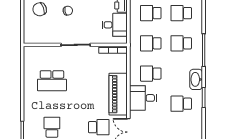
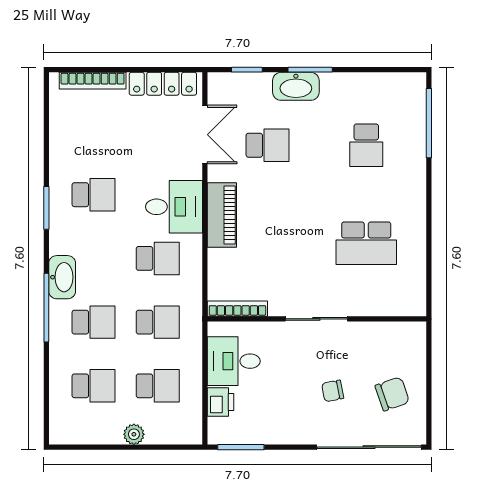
washbasin: (196, 79) -> (62, 277), moved
school desk: (52, 81) -> (366, 243), turned 180
piano: (118, 94) -> (222, 215), width x0.73, depth x0.75
school desk: (99, 127) -> (268, 145), turned 180

